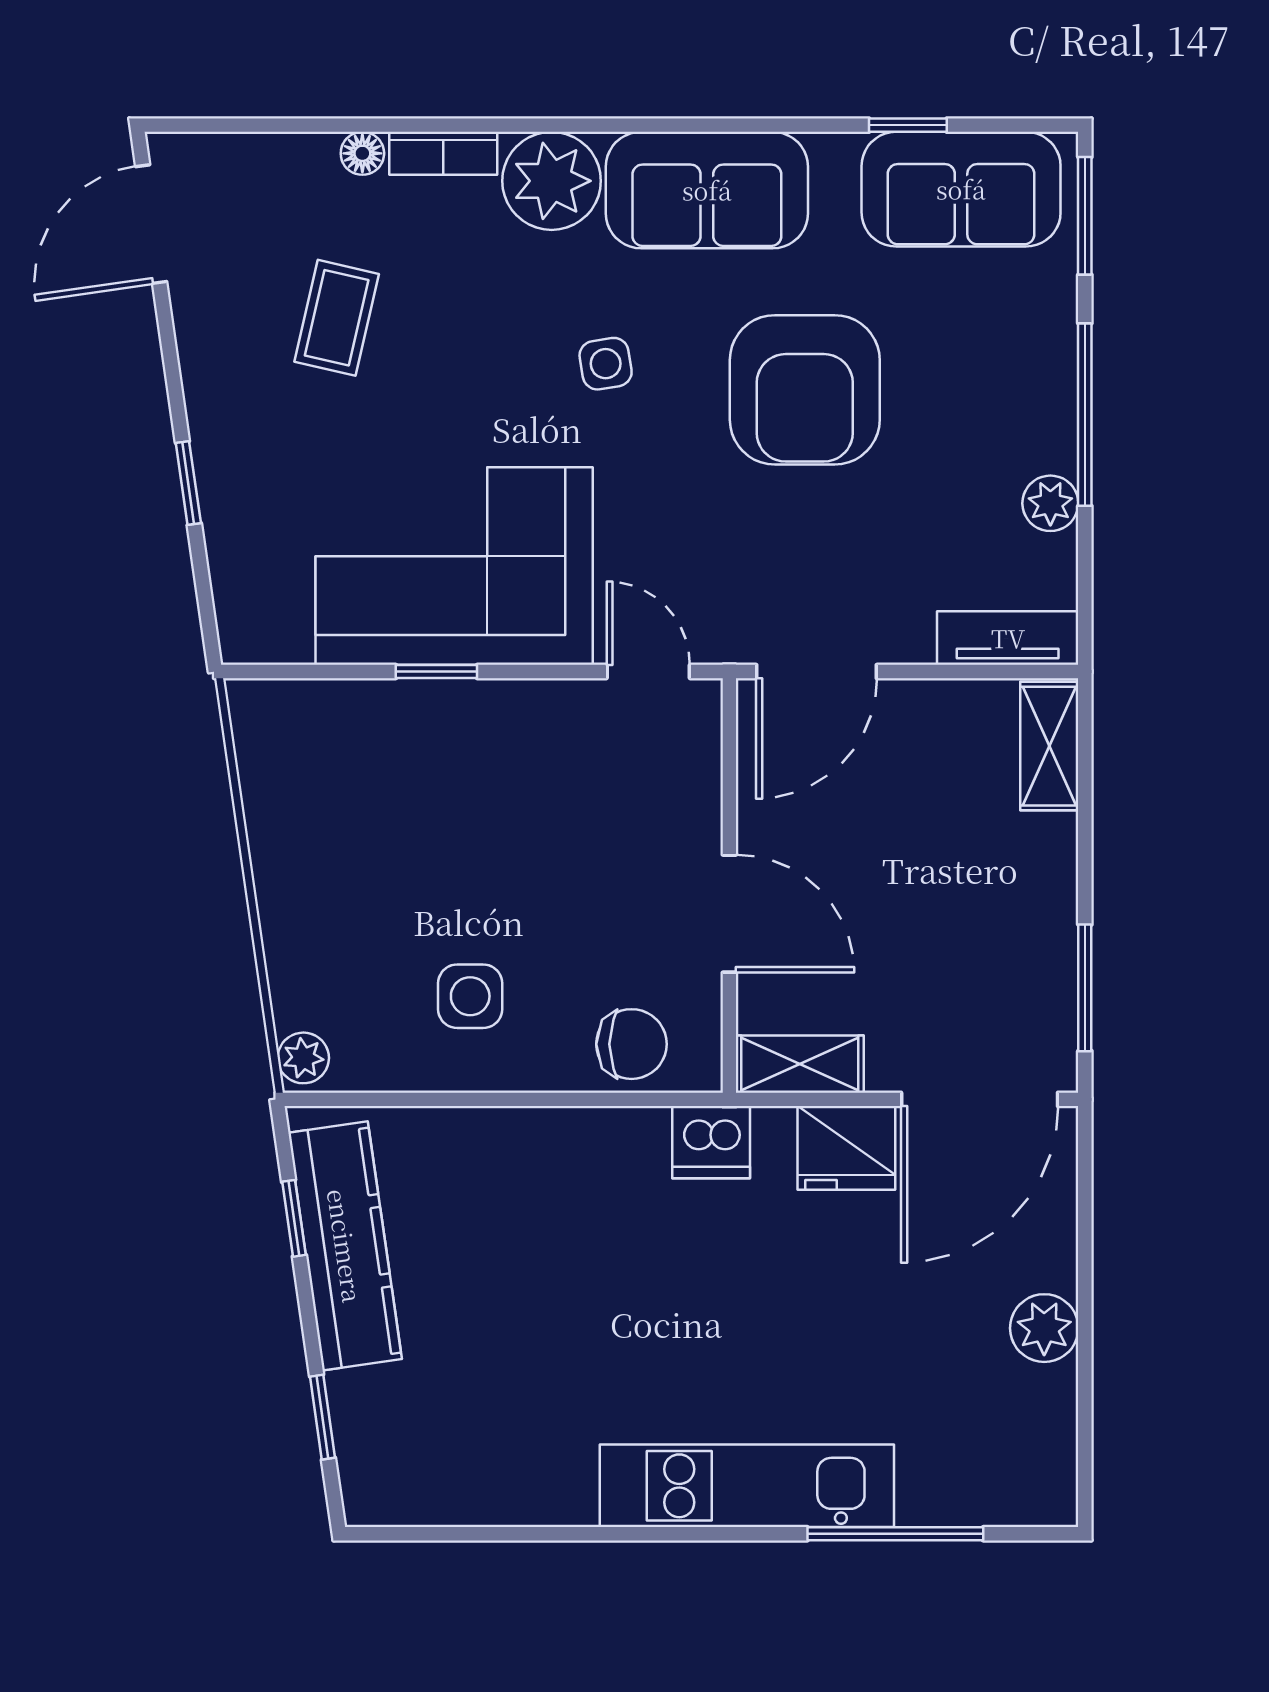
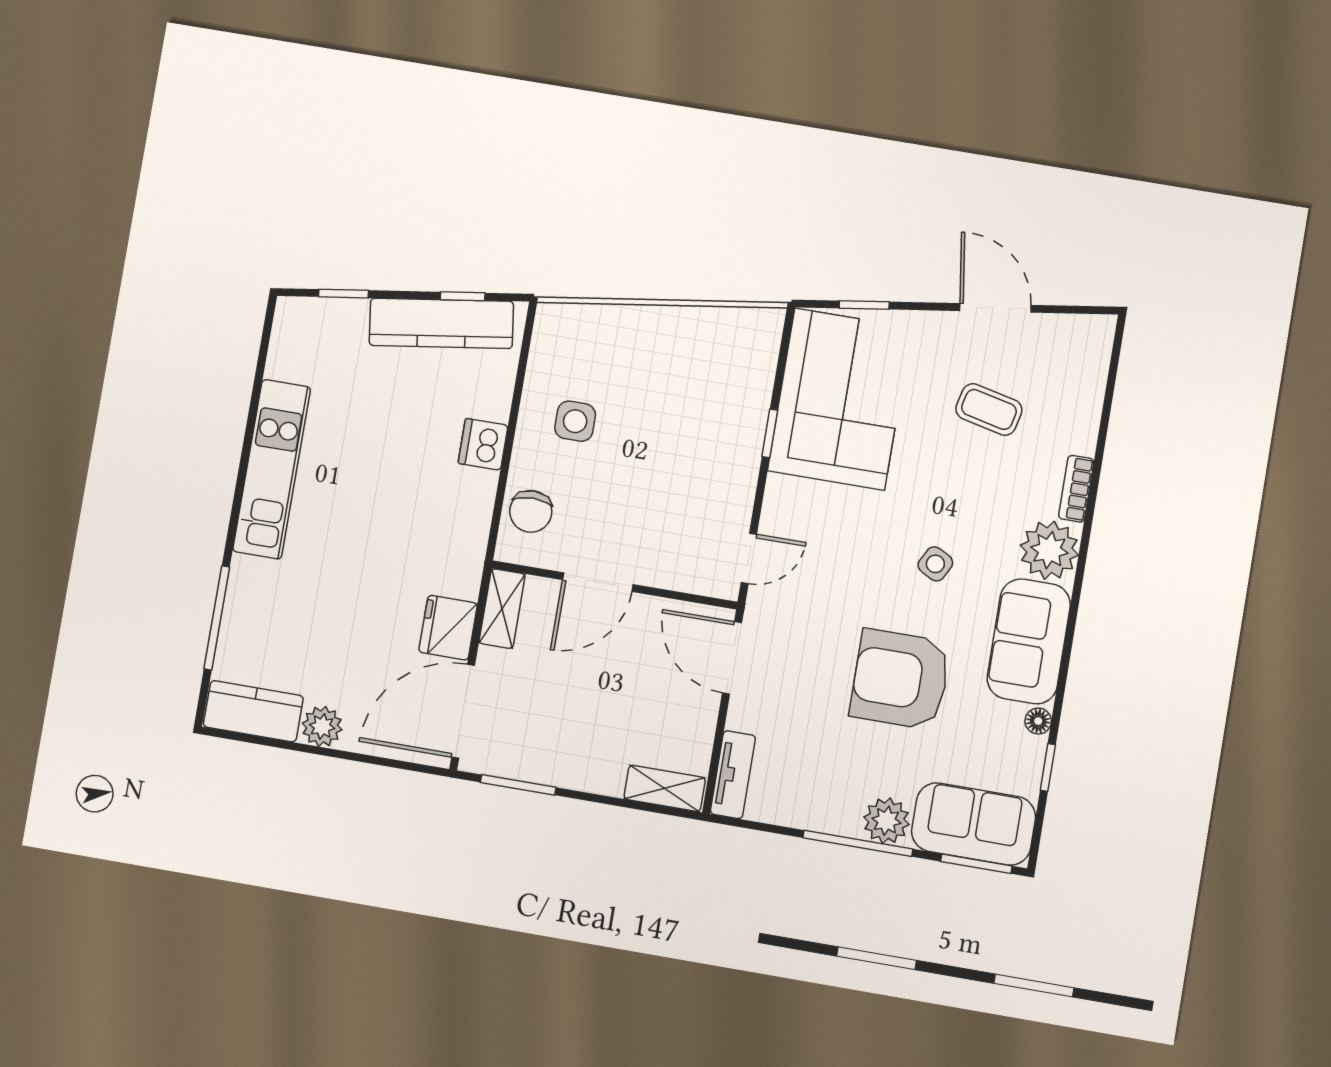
floor lamp: (362, 153) -> (1038, 721), moved
sofa: (961, 189) -> (974, 824), moved, turned 90
door: (151, 224) -> (995, 308), moved
side table: (606, 364) -> (935, 564), turned 37
window: (188, 483) -> (864, 305), moved
plant: (1050, 503) -> (886, 821), moved, width x1.38, depth x1.38
corner sofa: (454, 566) -> (840, 399), moved
plant: (303, 1058) -> (556, 317), removed
door: (980, 1099) -> (463, 711), hinge flipped
dishwasher: (711, 1142) -> (483, 444), moved
kitchen counter: (1039, 1446) -> (253, 711), added
kitchen unit: (747, 1486) -> (272, 469), moved

